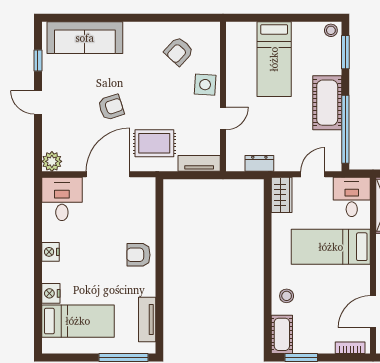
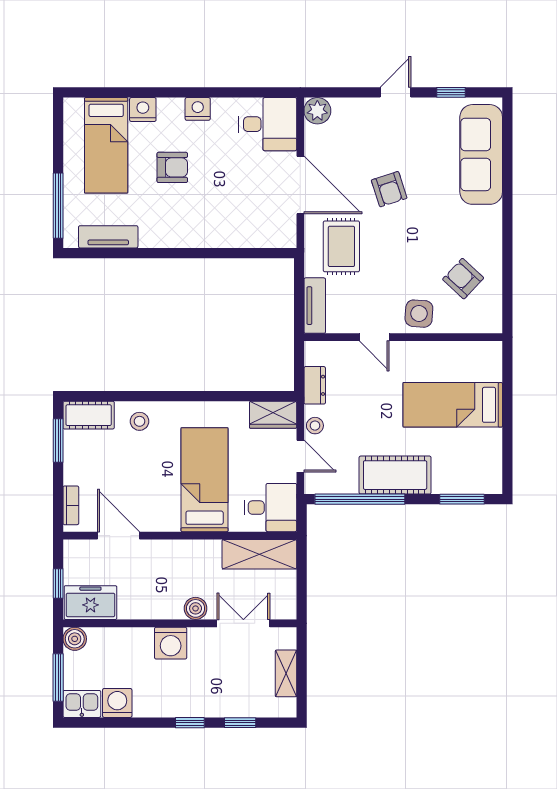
stool: (331, 30) -> (315, 426), moved
armchair: (138, 255) -> (172, 167), moved, turned 90

